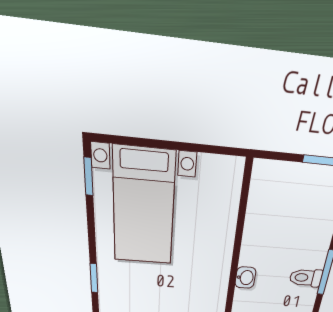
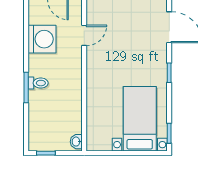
washbasin: (245, 278) -> (76, 142), moved

